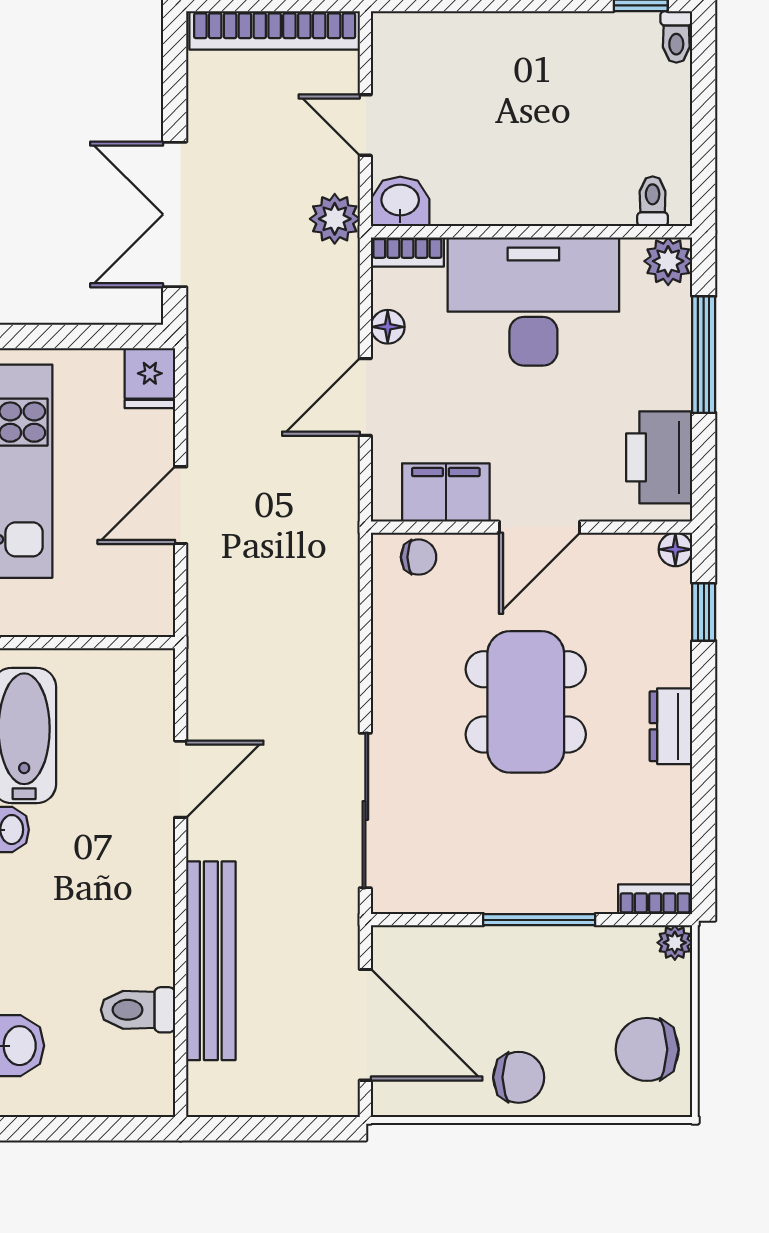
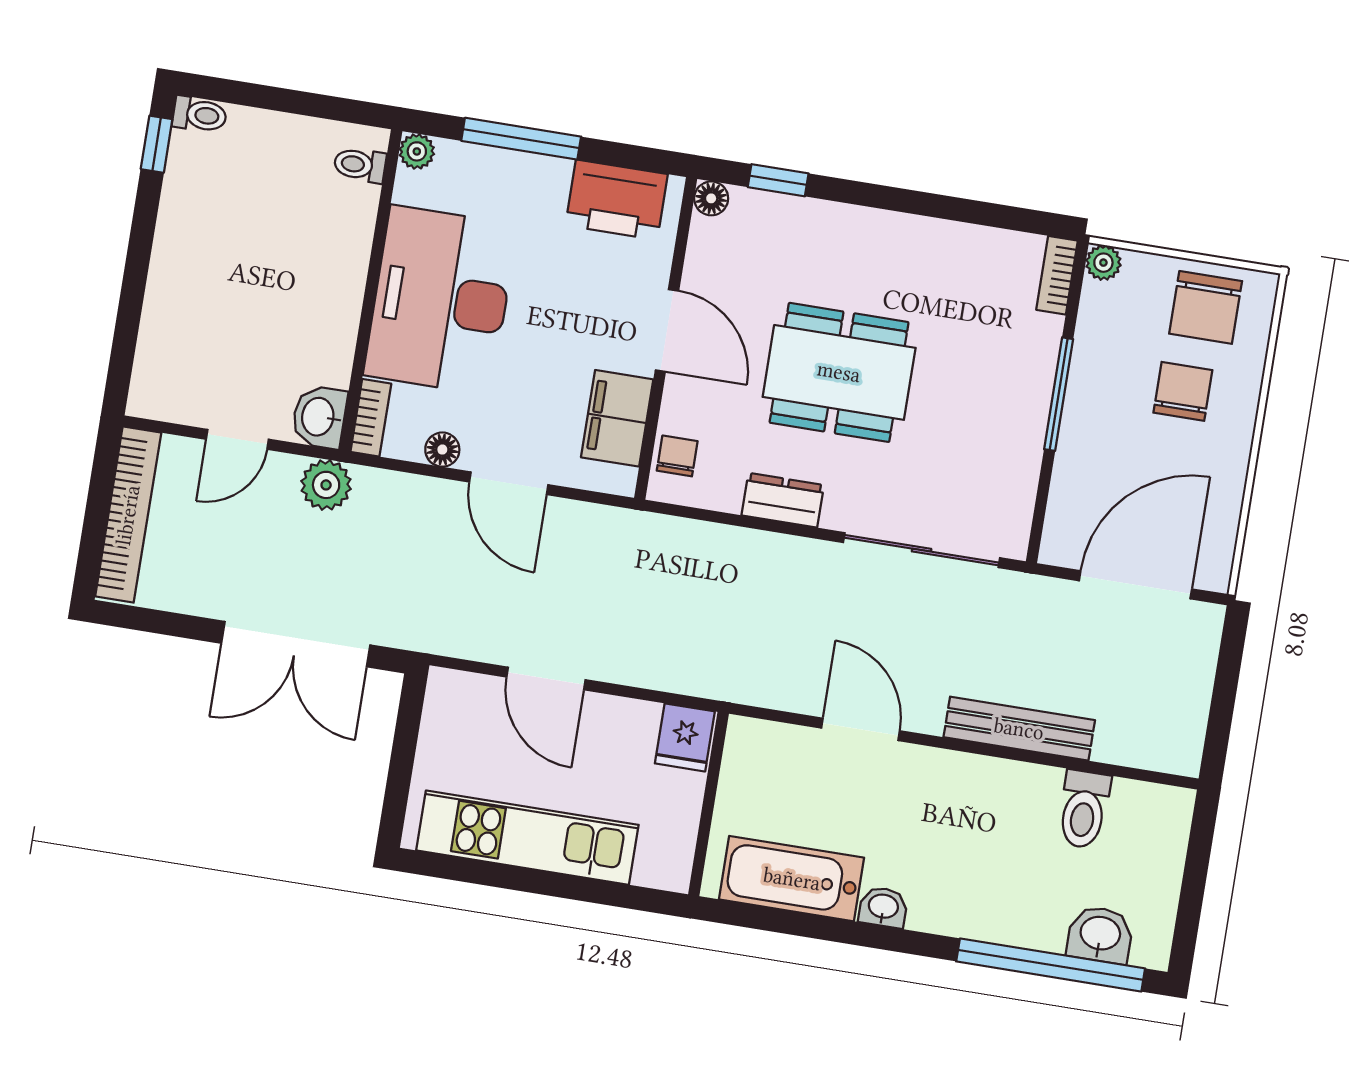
plant: (668, 261) -> (417, 151), width x0.73, depth x0.73
fridge: (150, 378) -> (685, 737), moved, turned 90
door: (181, 505) -> (546, 678), moved
dresser: (671, 726) -> (783, 500), moved, turned 180
bench: (211, 961) -> (1019, 729), width x0.73, depth x0.82
chair: (519, 1077) -> (1183, 391), moved

